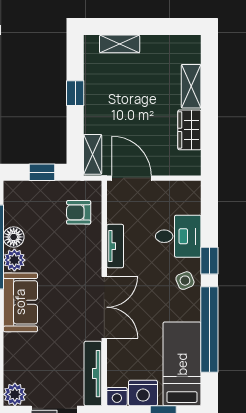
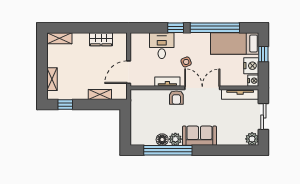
shelving: (191, 86) -> (59, 38), moved
window: (75, 93) -> (65, 104), moved
shelving: (93, 154) -> (100, 95), moved
window: (42, 172) -> (125, 123), removed
armchair: (79, 212) -> (176, 98), moved
side table: (185, 281) -> (186, 62), moved

